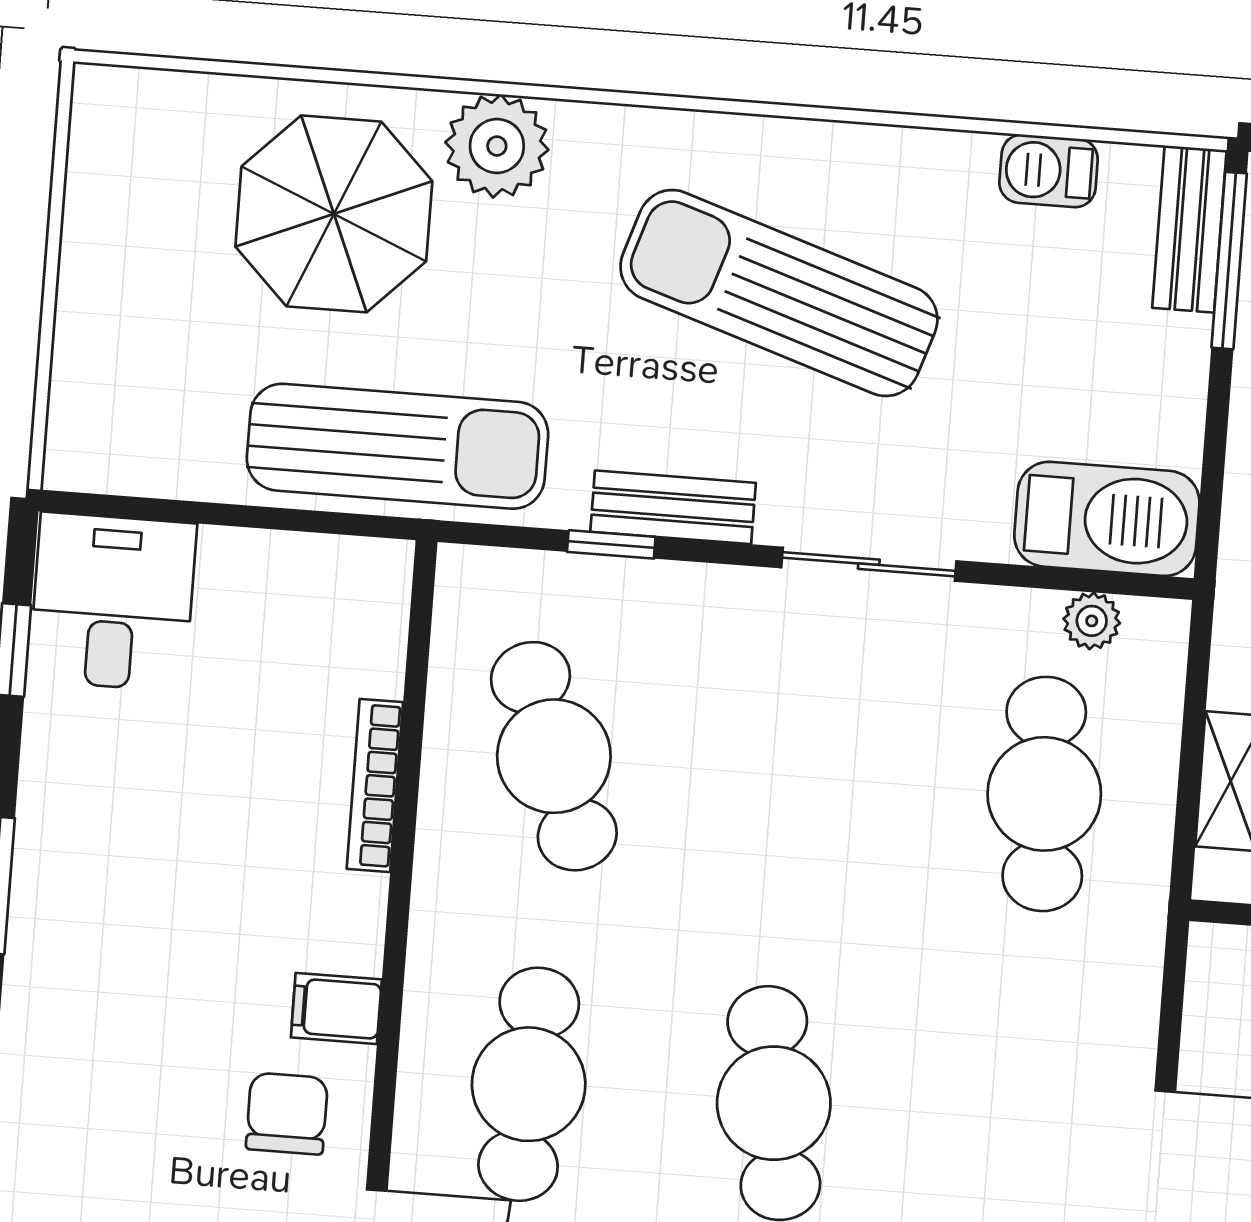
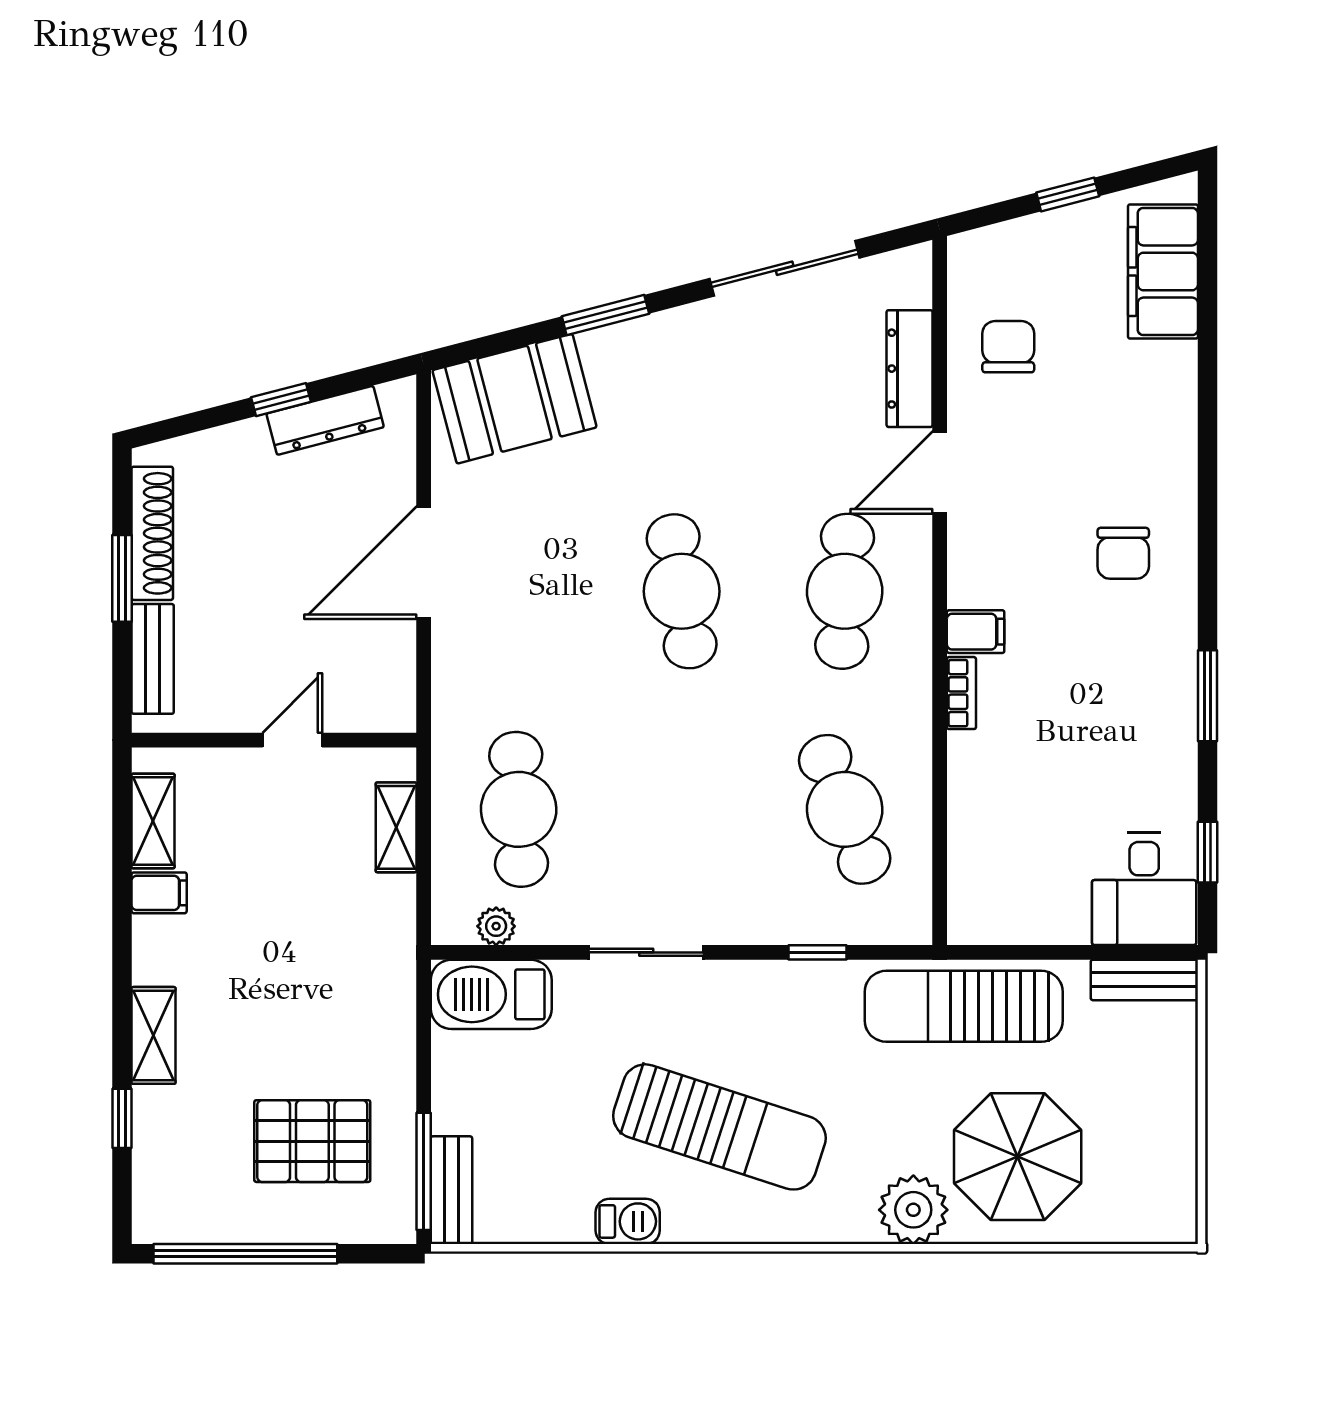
barbecue: (1049, 171) -> (628, 1221), moved
bench: (673, 507) -> (1144, 980), moved
bookcase: (375, 785) -> (961, 693), moved, width x0.64
chair: (287, 1114) -> (1123, 553), moved

